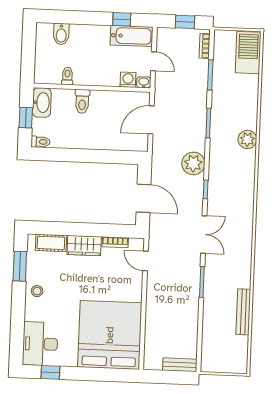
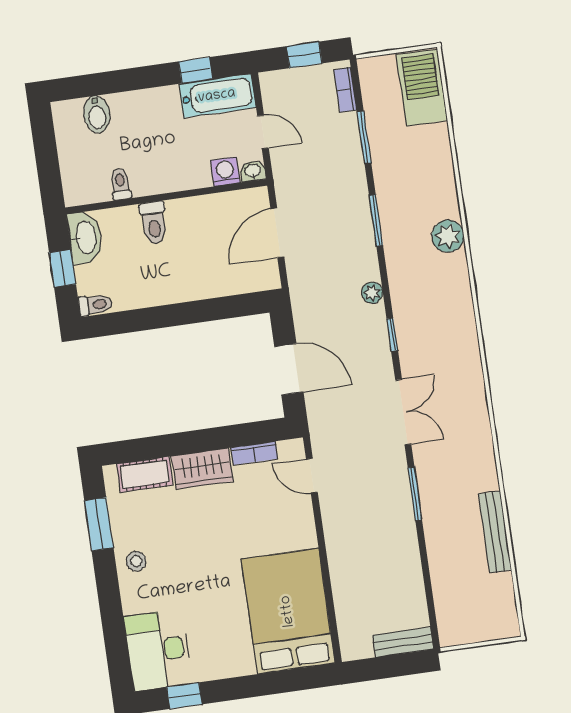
plant: (193, 163) -> (372, 293), width x0.53, depth x0.53
bed: (110, 335) -> (288, 611), width x0.73

